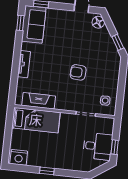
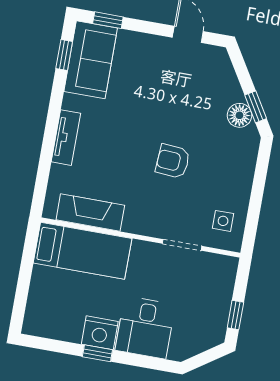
floor lamp: (98, 22) -> (239, 115), moved
desk: (98, 146) -> (145, 327), moved, turned 90
nightstand: (19, 157) -> (100, 333), moved

